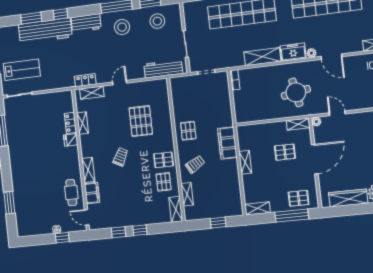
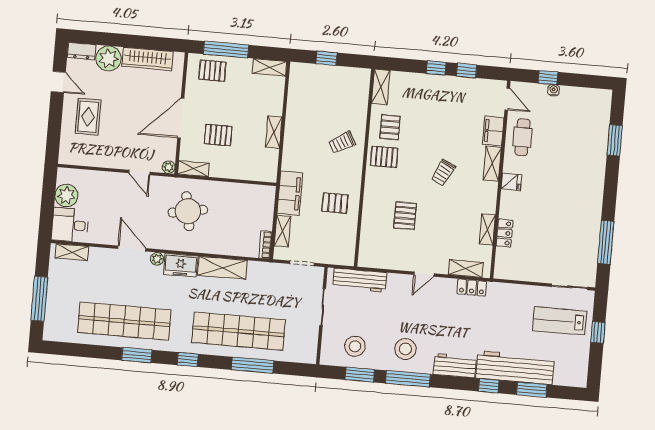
pallet: (141, 121) -> (405, 216), width x0.67, depth x0.71
pallet: (188, 131) -> (335, 203), moved, turned 90
fridge: (71, 140) -> (511, 182), moved
filing cabinet: (227, 143) -> (290, 193), moved
shelving: (187, 194) -> (282, 231), moved

